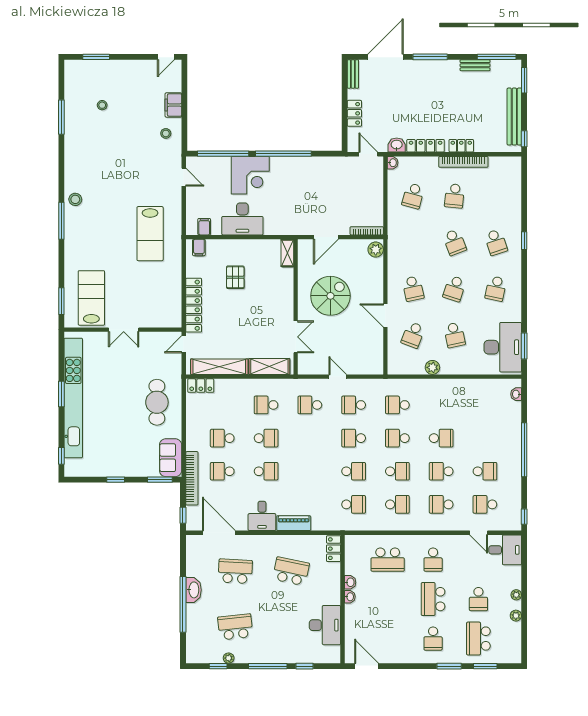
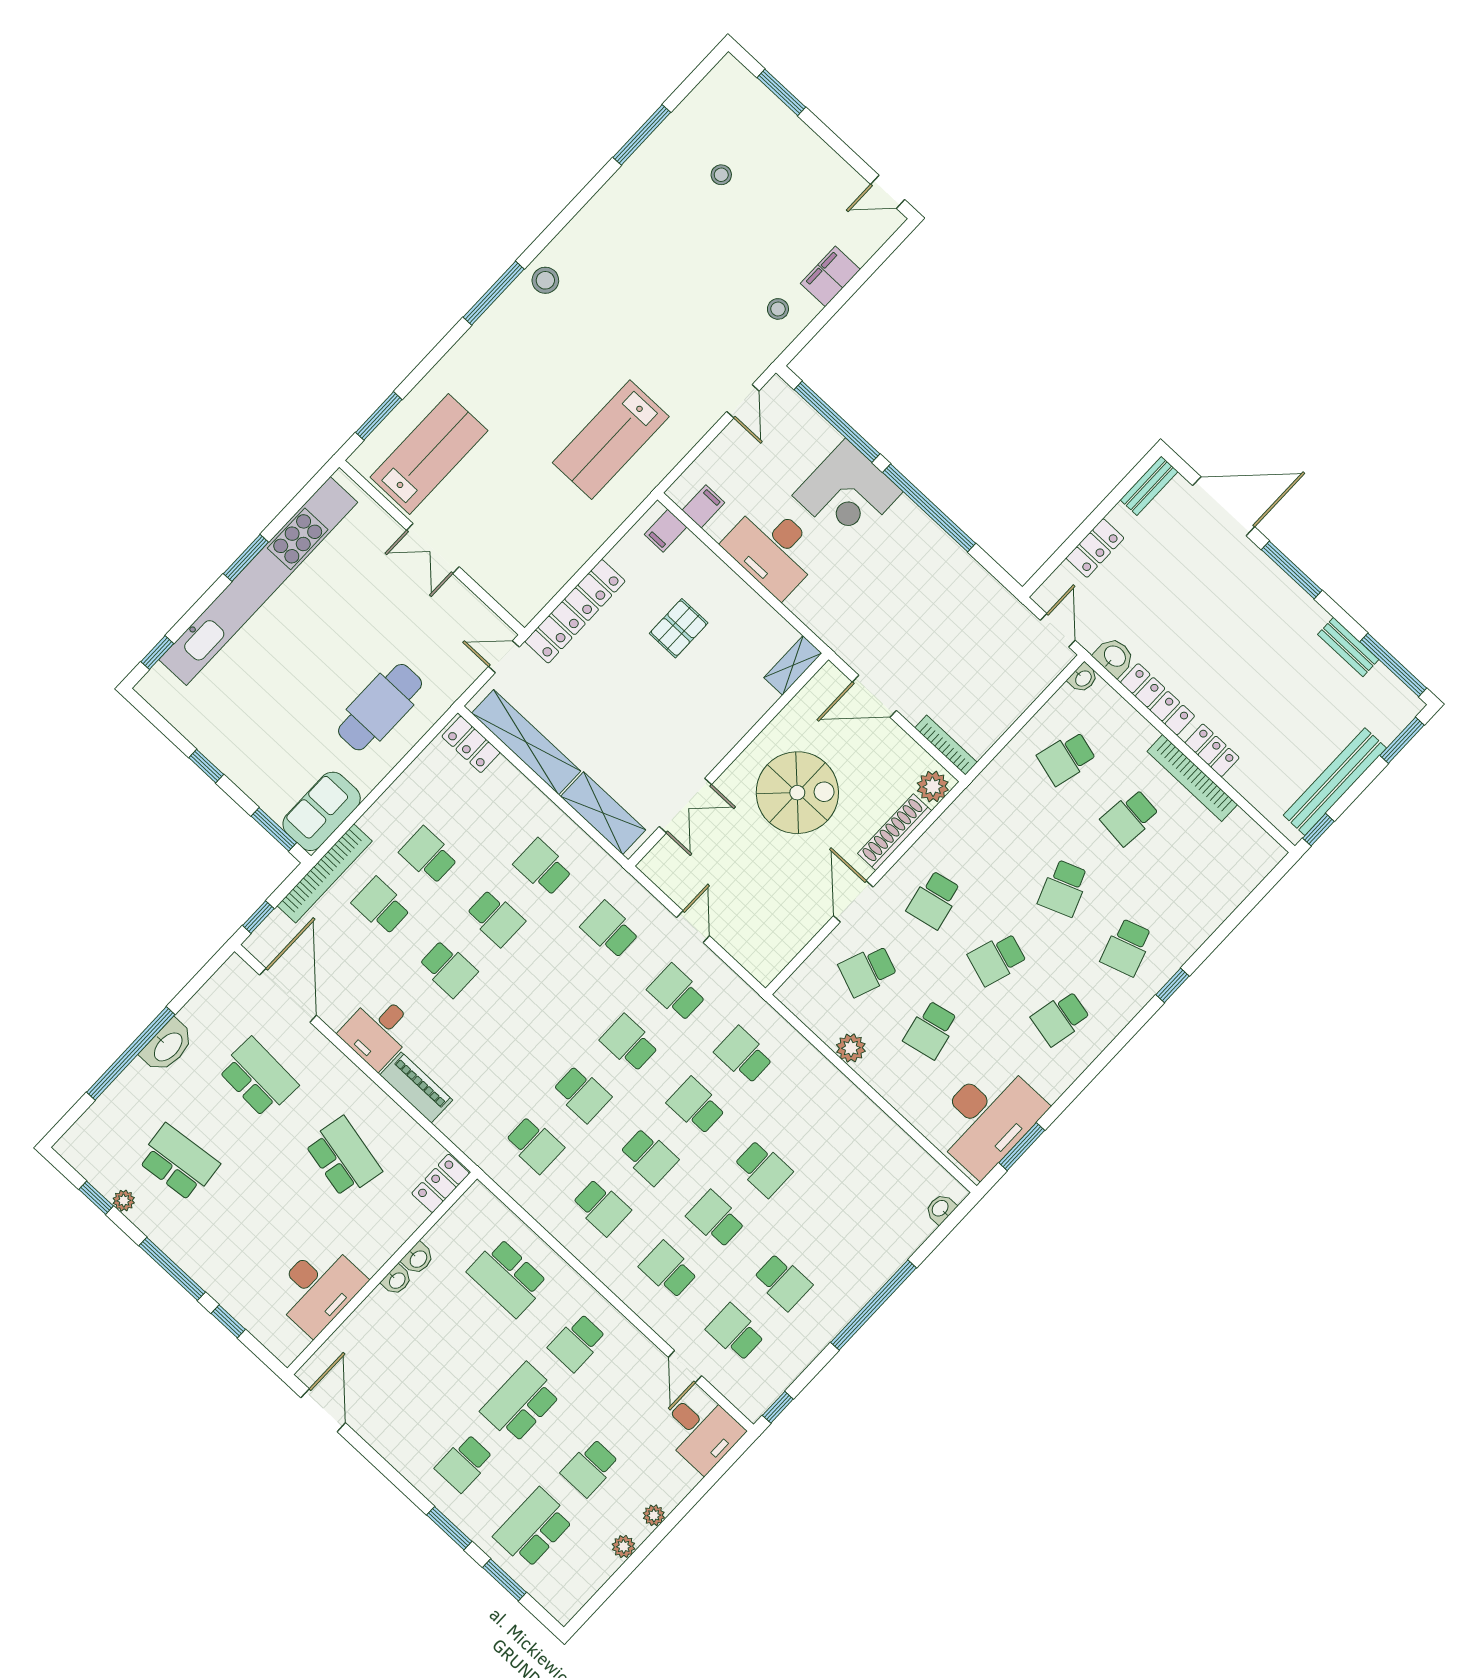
shoe rack: (377, 278) -> (895, 832), added

